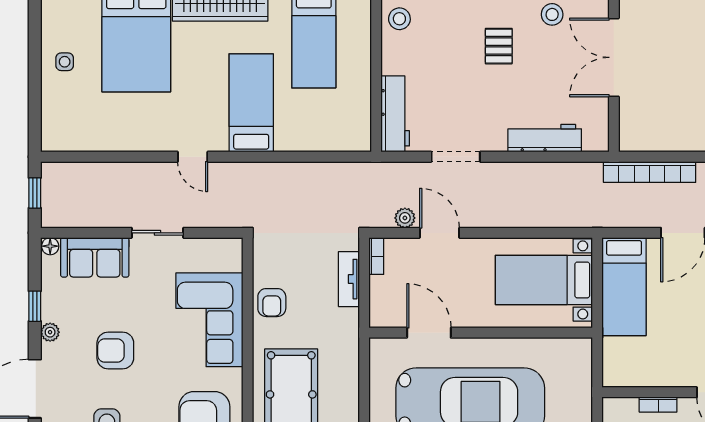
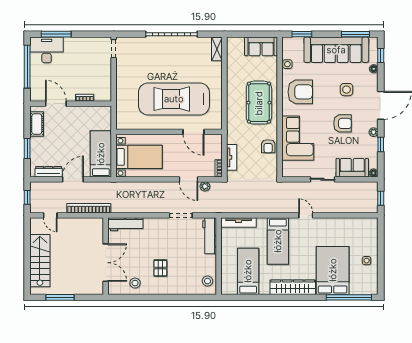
workbench: (545, 138) -> (125, 224), moved
tv unit: (334, 142) -> (239, 223), added
armchair: (272, 303) -> (268, 146), turned 180

